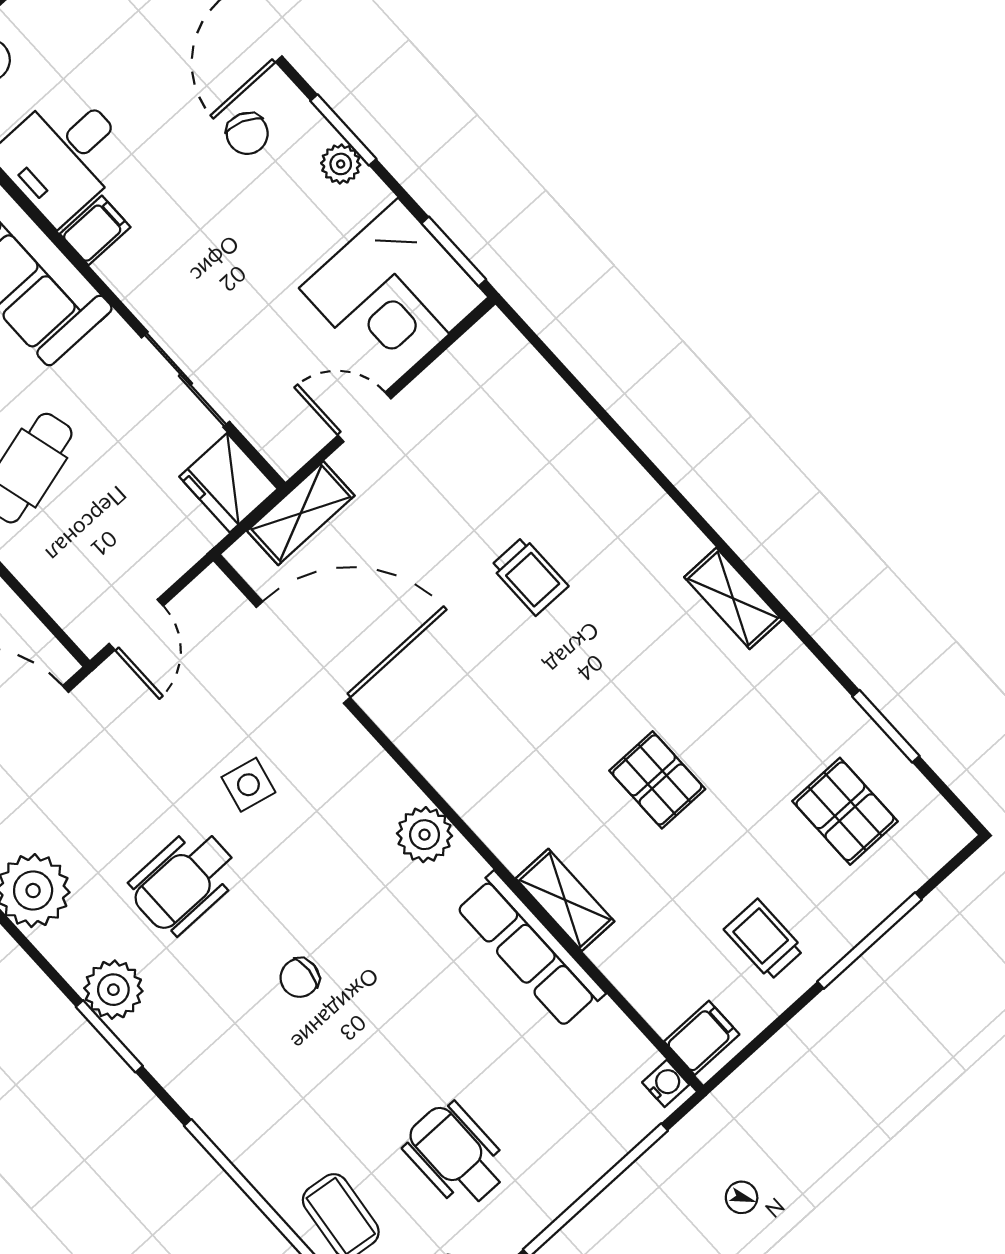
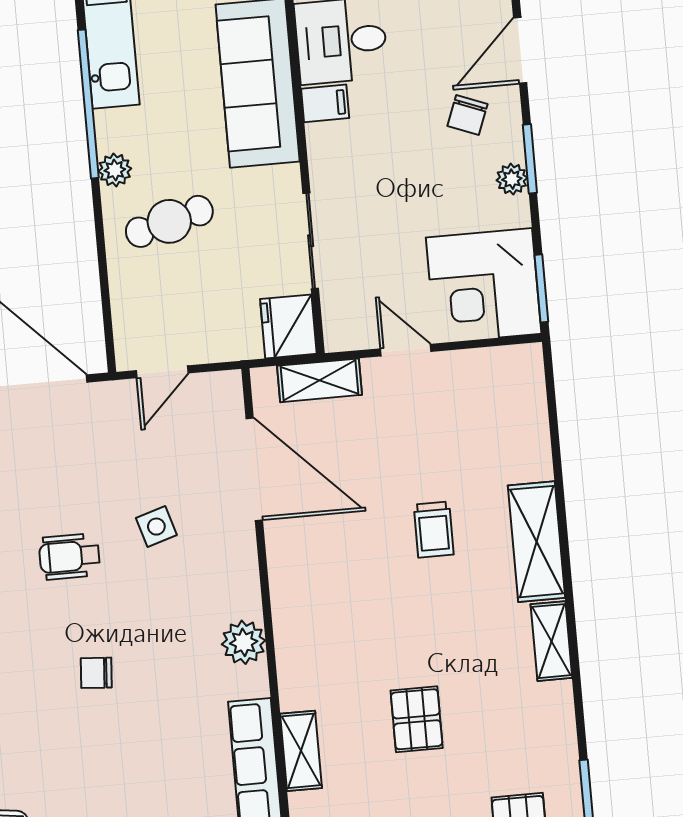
shelving: (642, 510) -> (536, 542), added
side table: (248, 785) -> (156, 527), turned -30
wheelchair: (184, 881) -> (70, 557), width x0.73, depth x0.73

